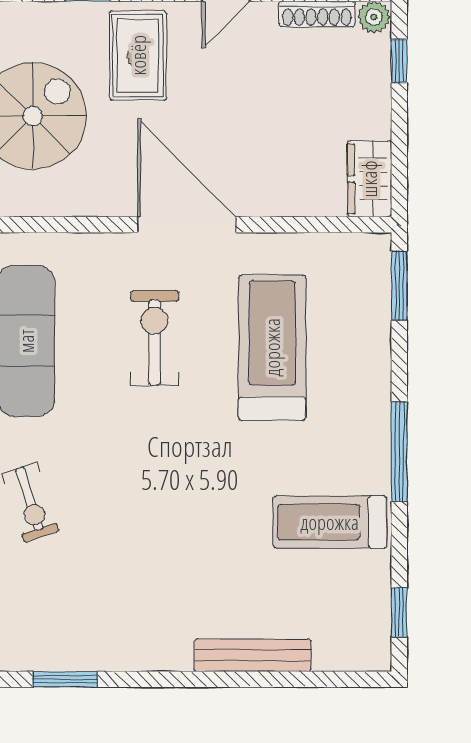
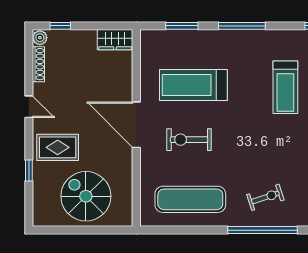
door: (187, 225) -> (136, 125), hinge flipped
window: (399, 285) -> (182, 26), moved
treadmill: (330, 522) -> (285, 87), moved

